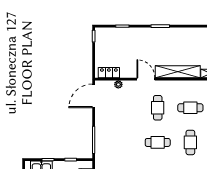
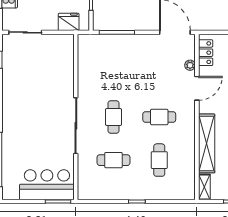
door: (146, 79) -> (197, 88), moved

